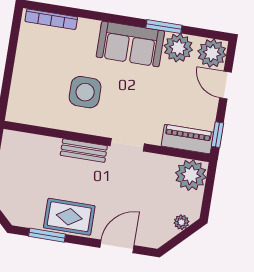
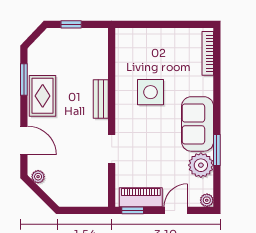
plant: (212, 53) -> (207, 200), width x0.53, depth x0.53
piano: (187, 139) -> (141, 197), moved, turned -90
doorway: (127, 145) -> (112, 149), moved
plant: (191, 175) -> (95, 193), removed
plant: (181, 222) -> (38, 177), moved

